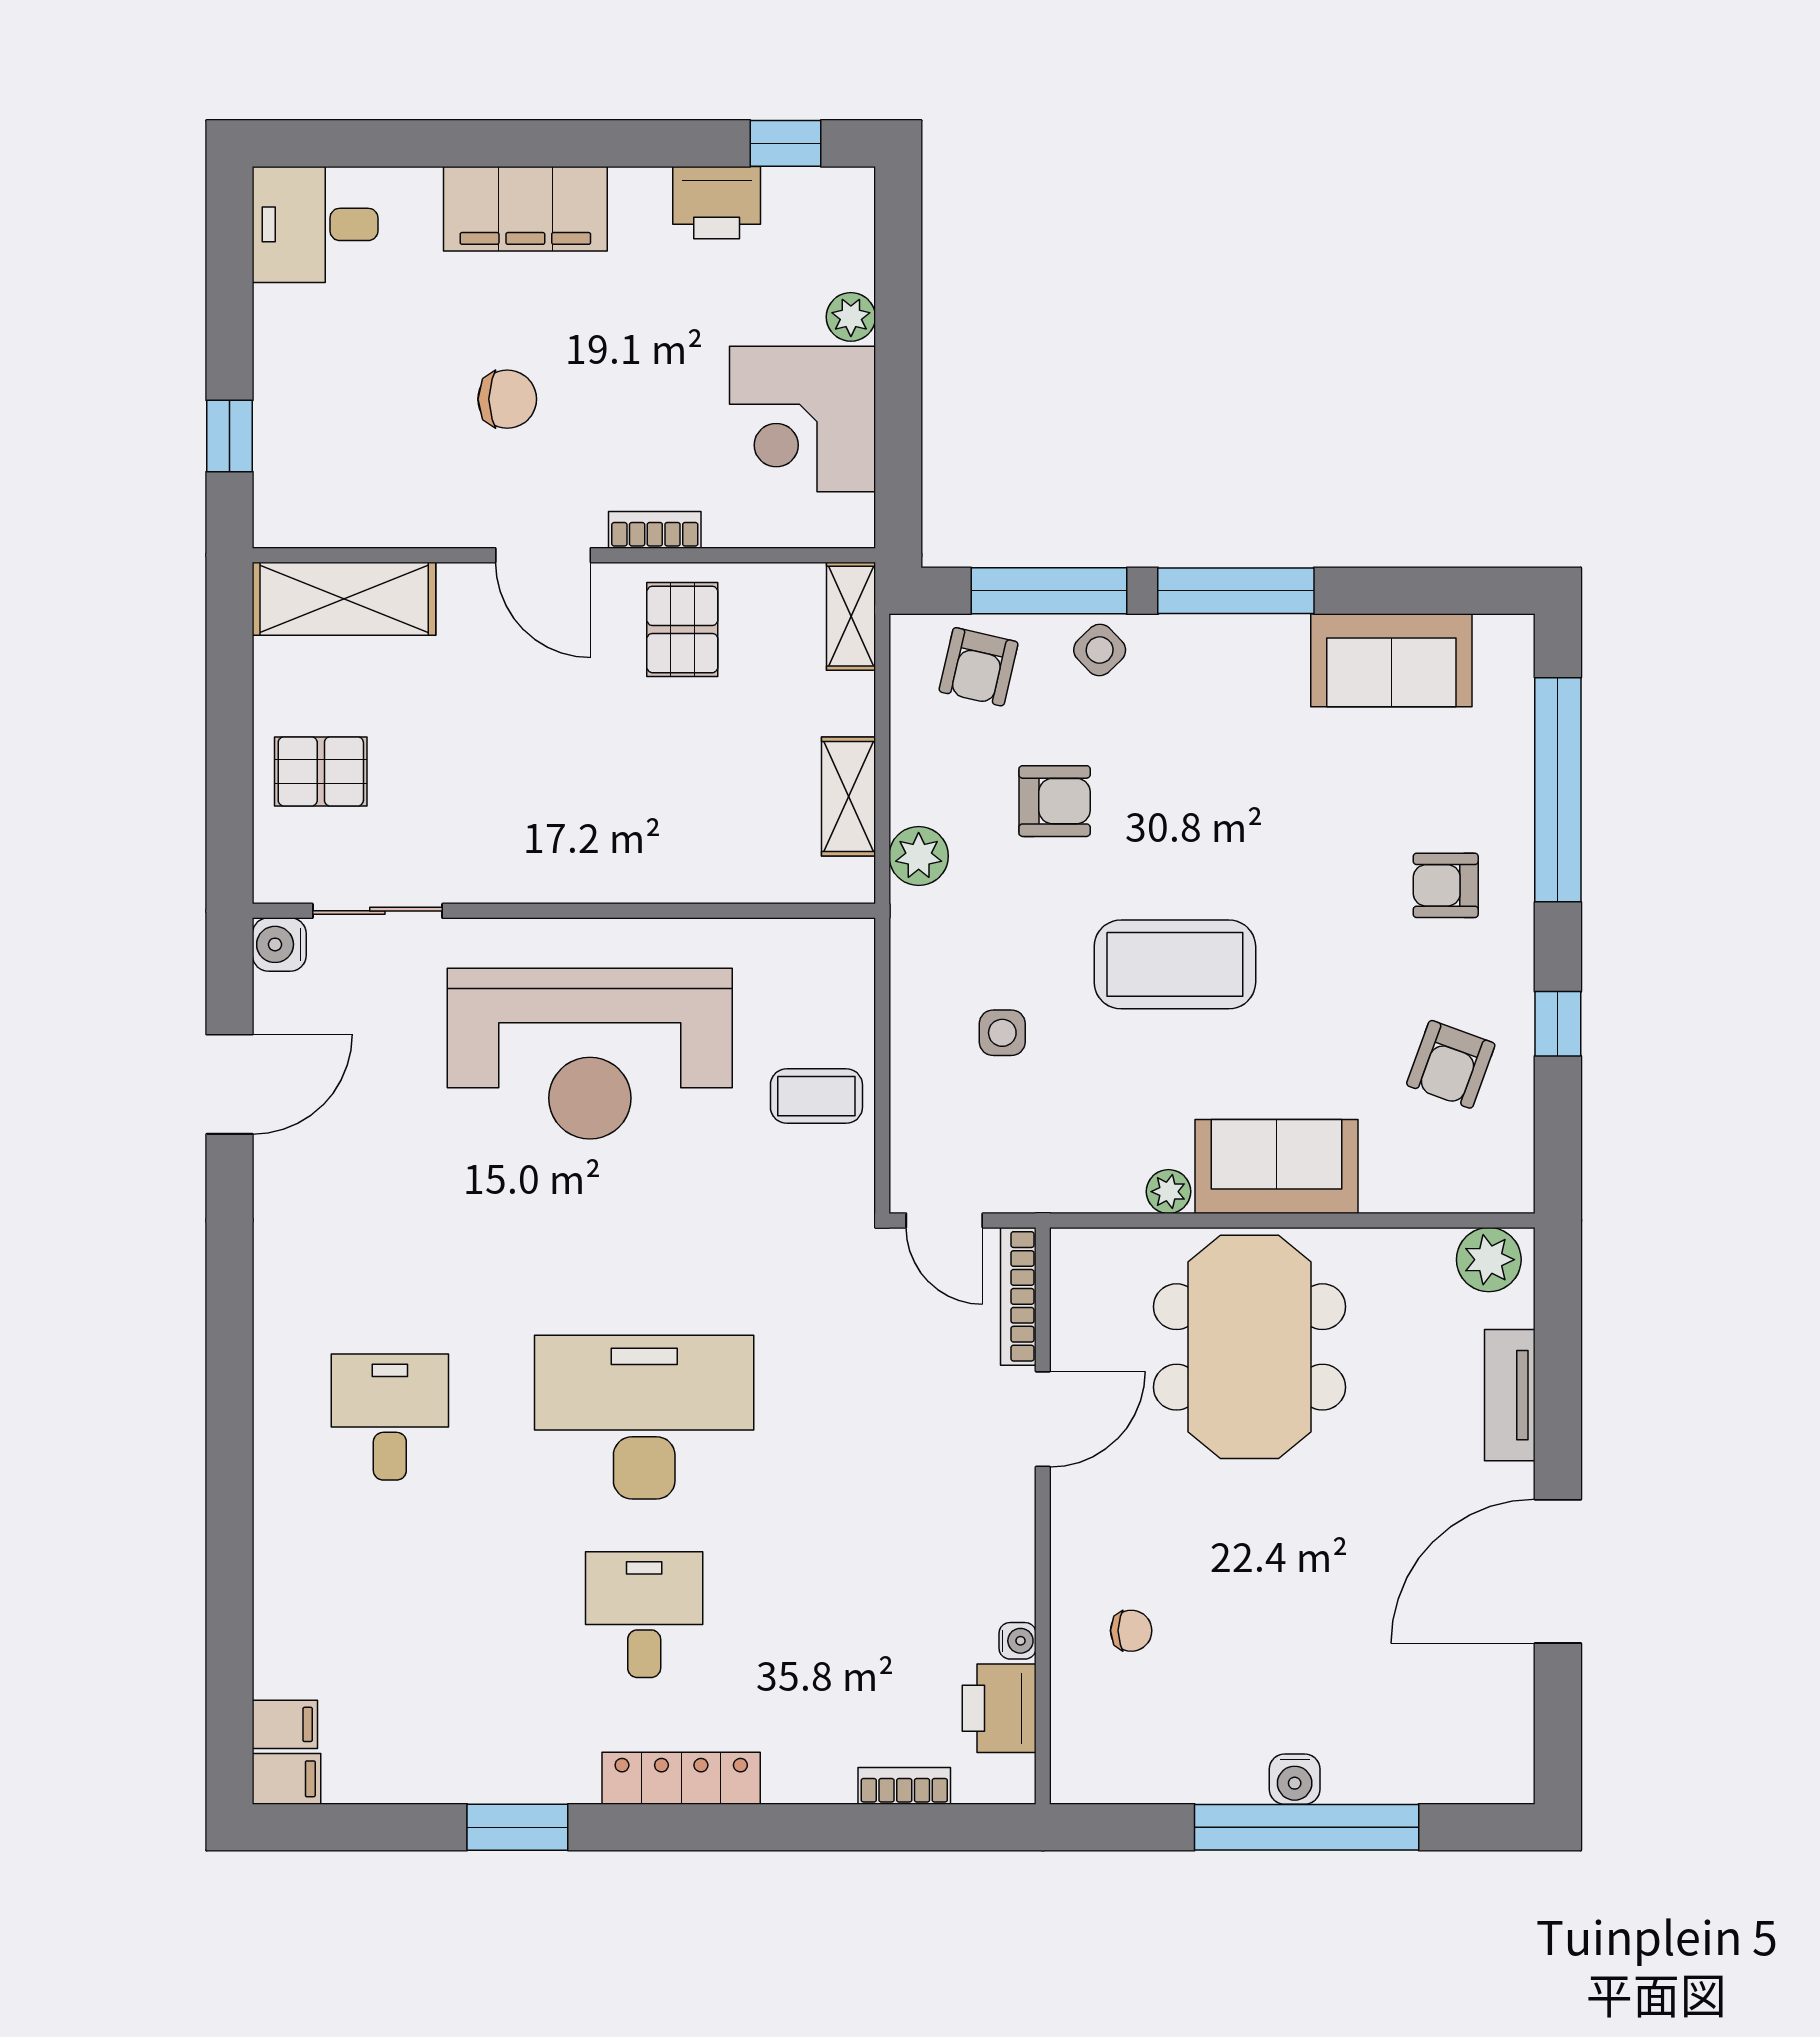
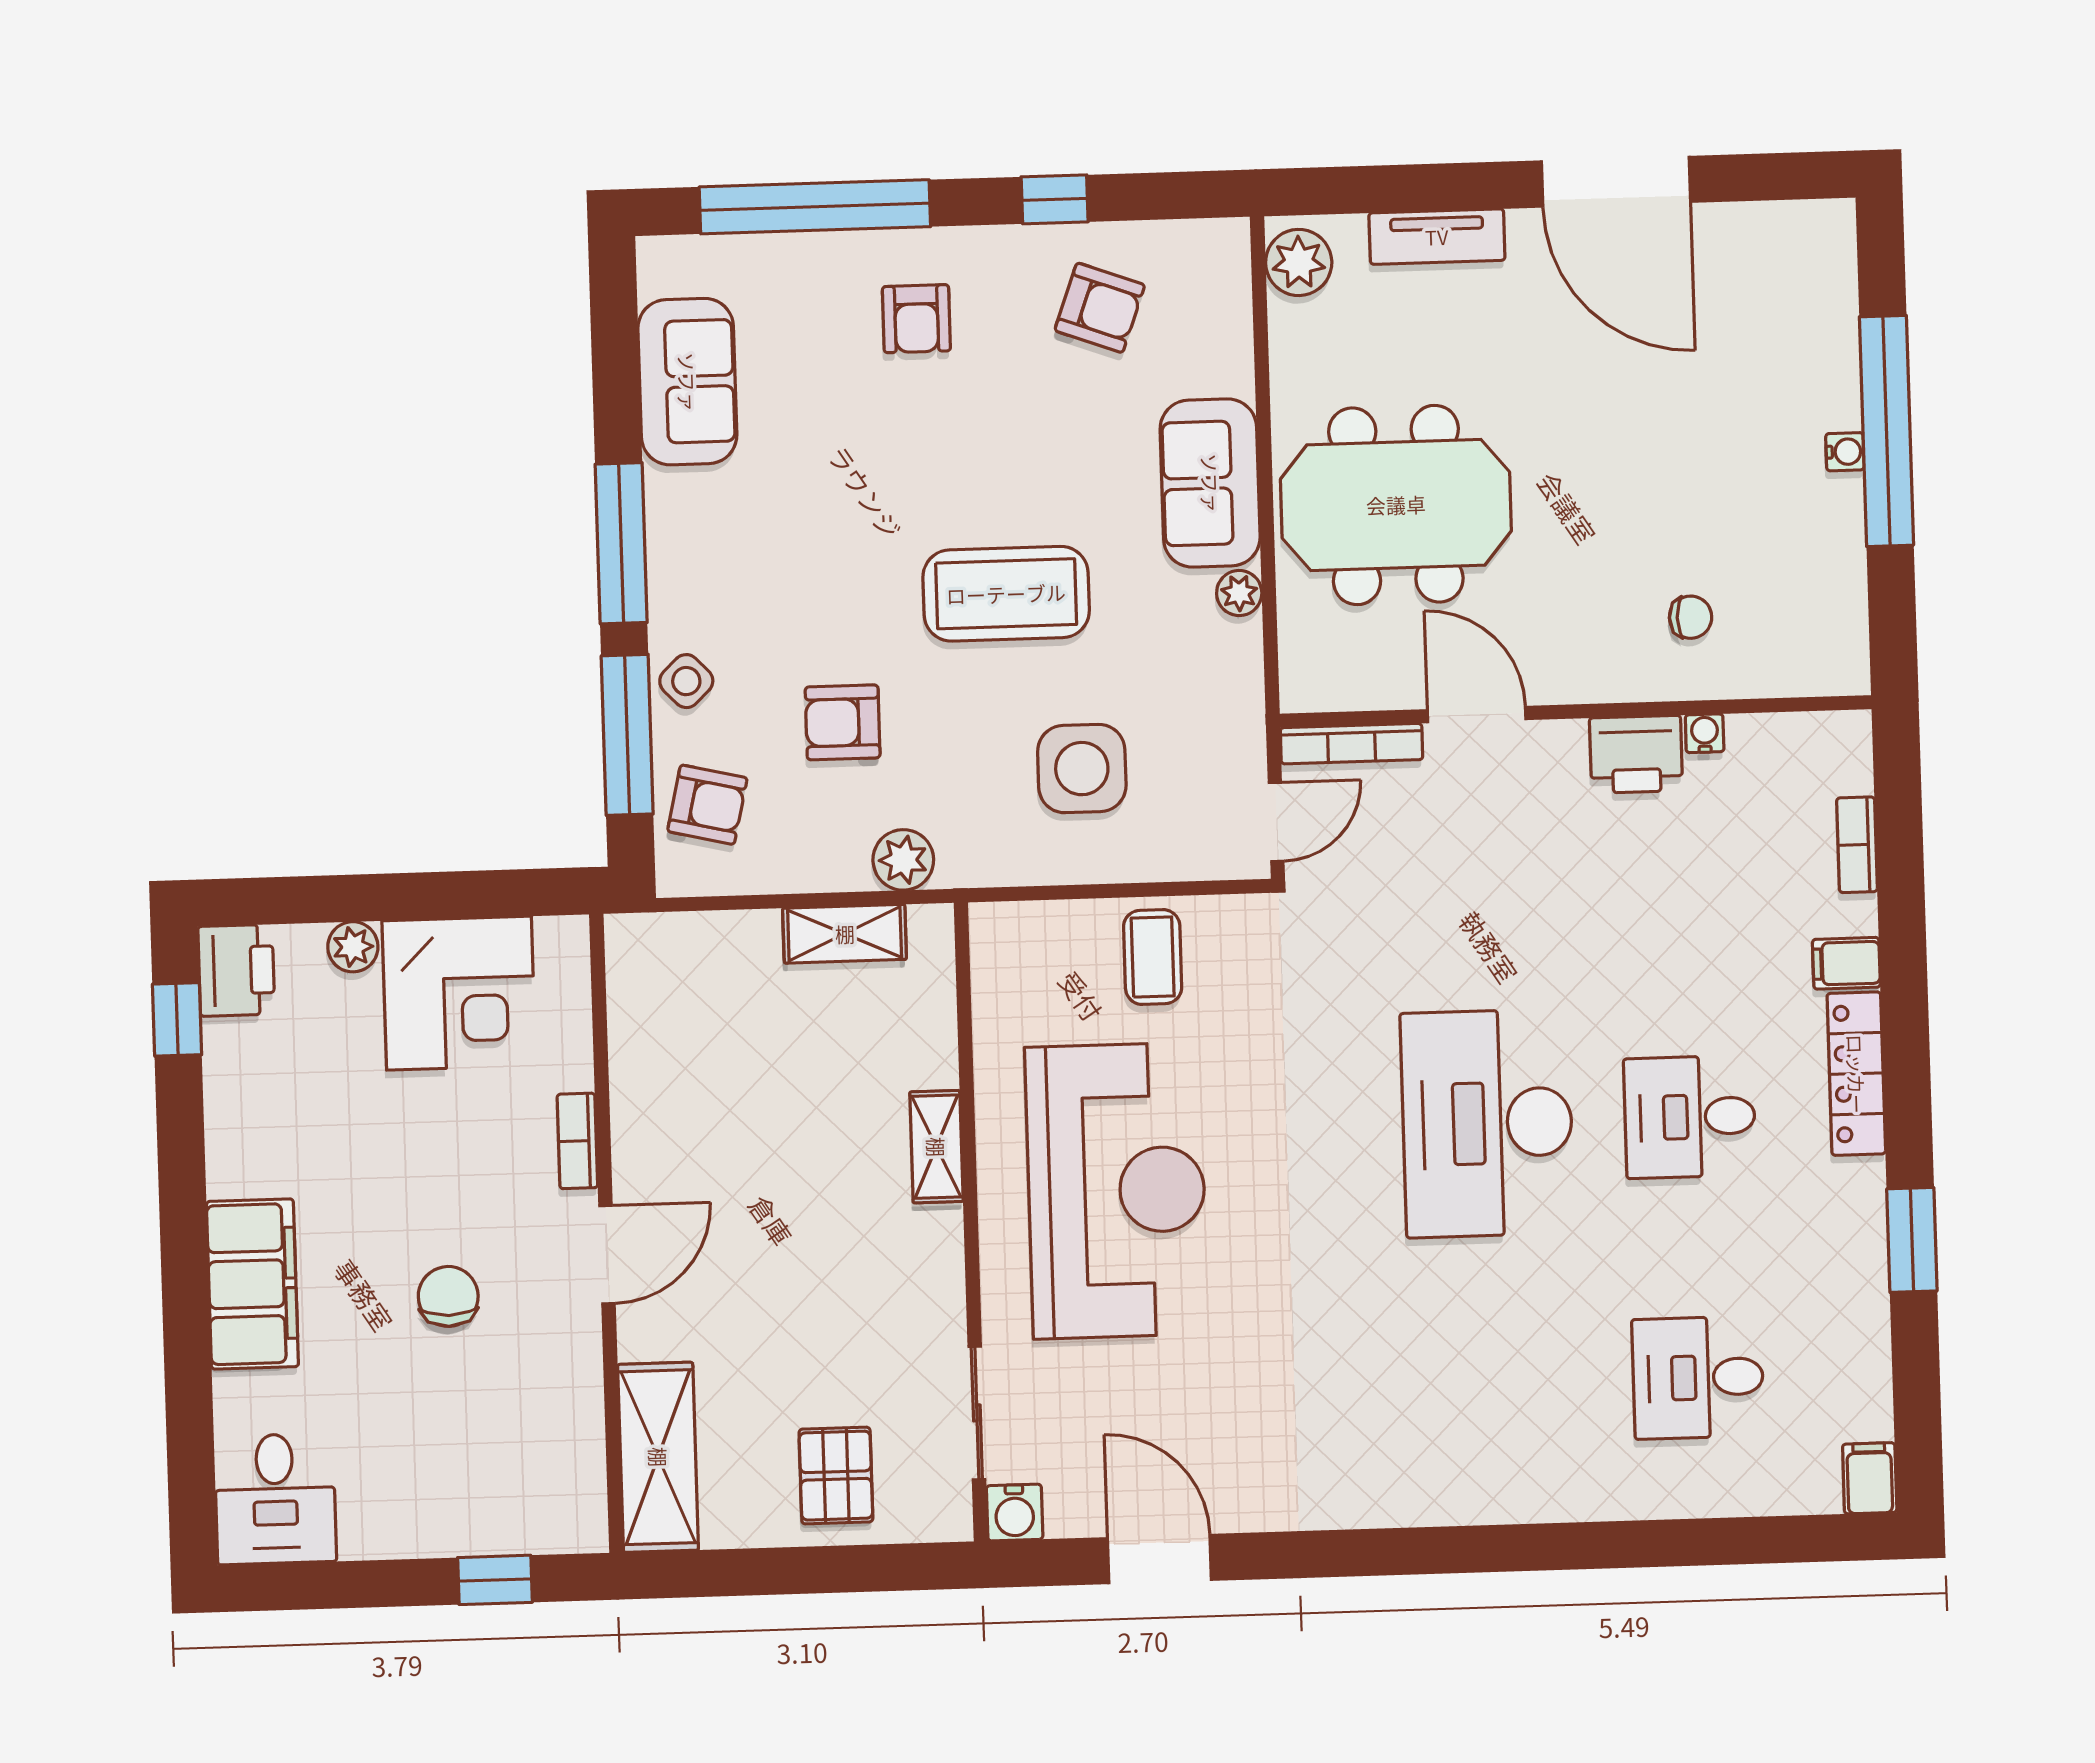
printer: (717, 203) -> (236, 970), moved
shelving: (851, 616) -> (936, 1147), moved, turned 90
pallet: (682, 629) -> (679, 1110), removed
armchair: (1055, 801) -> (843, 722), turned -90
coffee table: (1175, 964) -> (1006, 594), turned 90
side table: (1002, 1033) -> (1082, 769), width x1.87, depth x1.87
desk: (390, 1417) -> (1698, 1378), moved
chair: (1131, 1631) -> (1691, 617), turned 90
printer: (999, 1708) -> (1636, 754), moved
filing cabinet: (285, 1724) -> (1846, 963), moved, turned -90
water cooler: (1295, 1779) -> (1845, 452), width x0.72, depth x0.72

